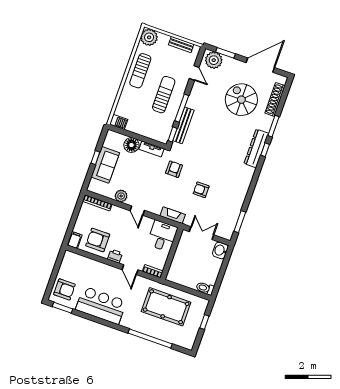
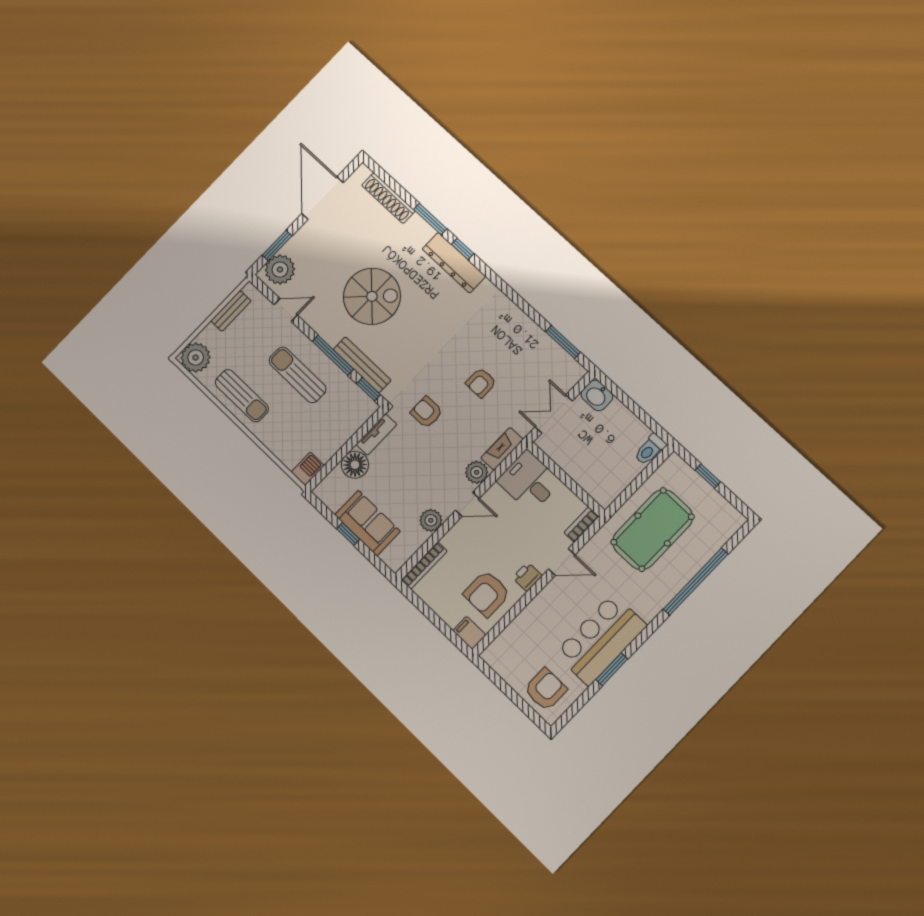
spiral stairs: (241, 100) -> (372, 296), moved, turned 180
plant: (155, 208) -> (477, 472), added
window: (62, 308) -> (612, 669), moved

